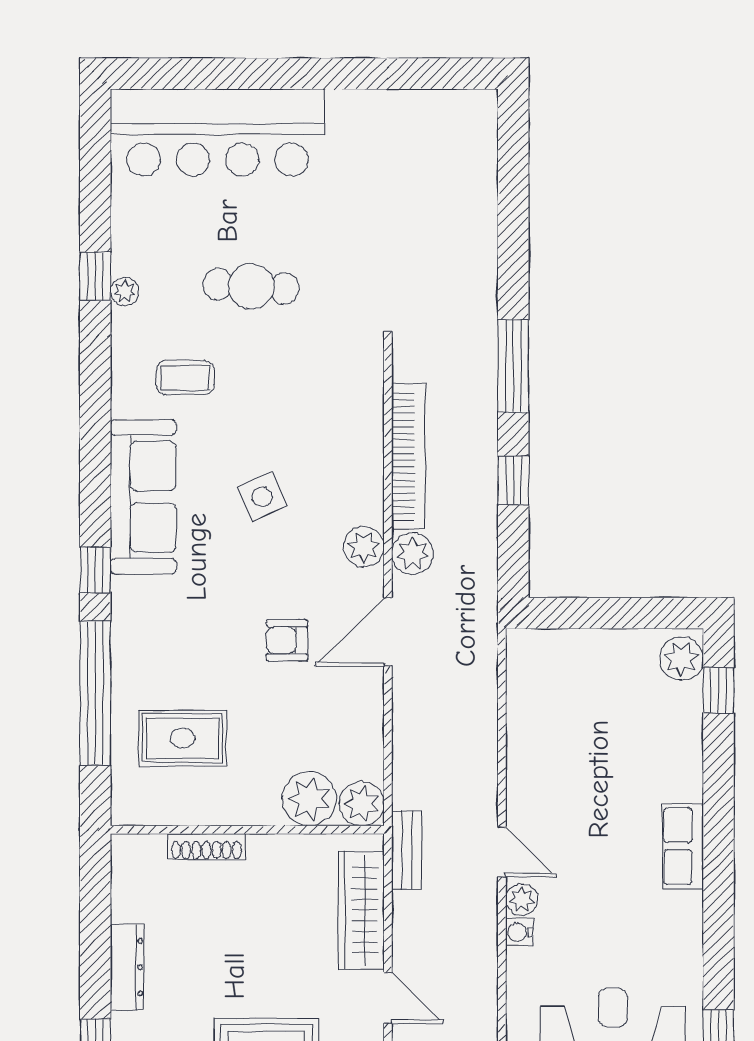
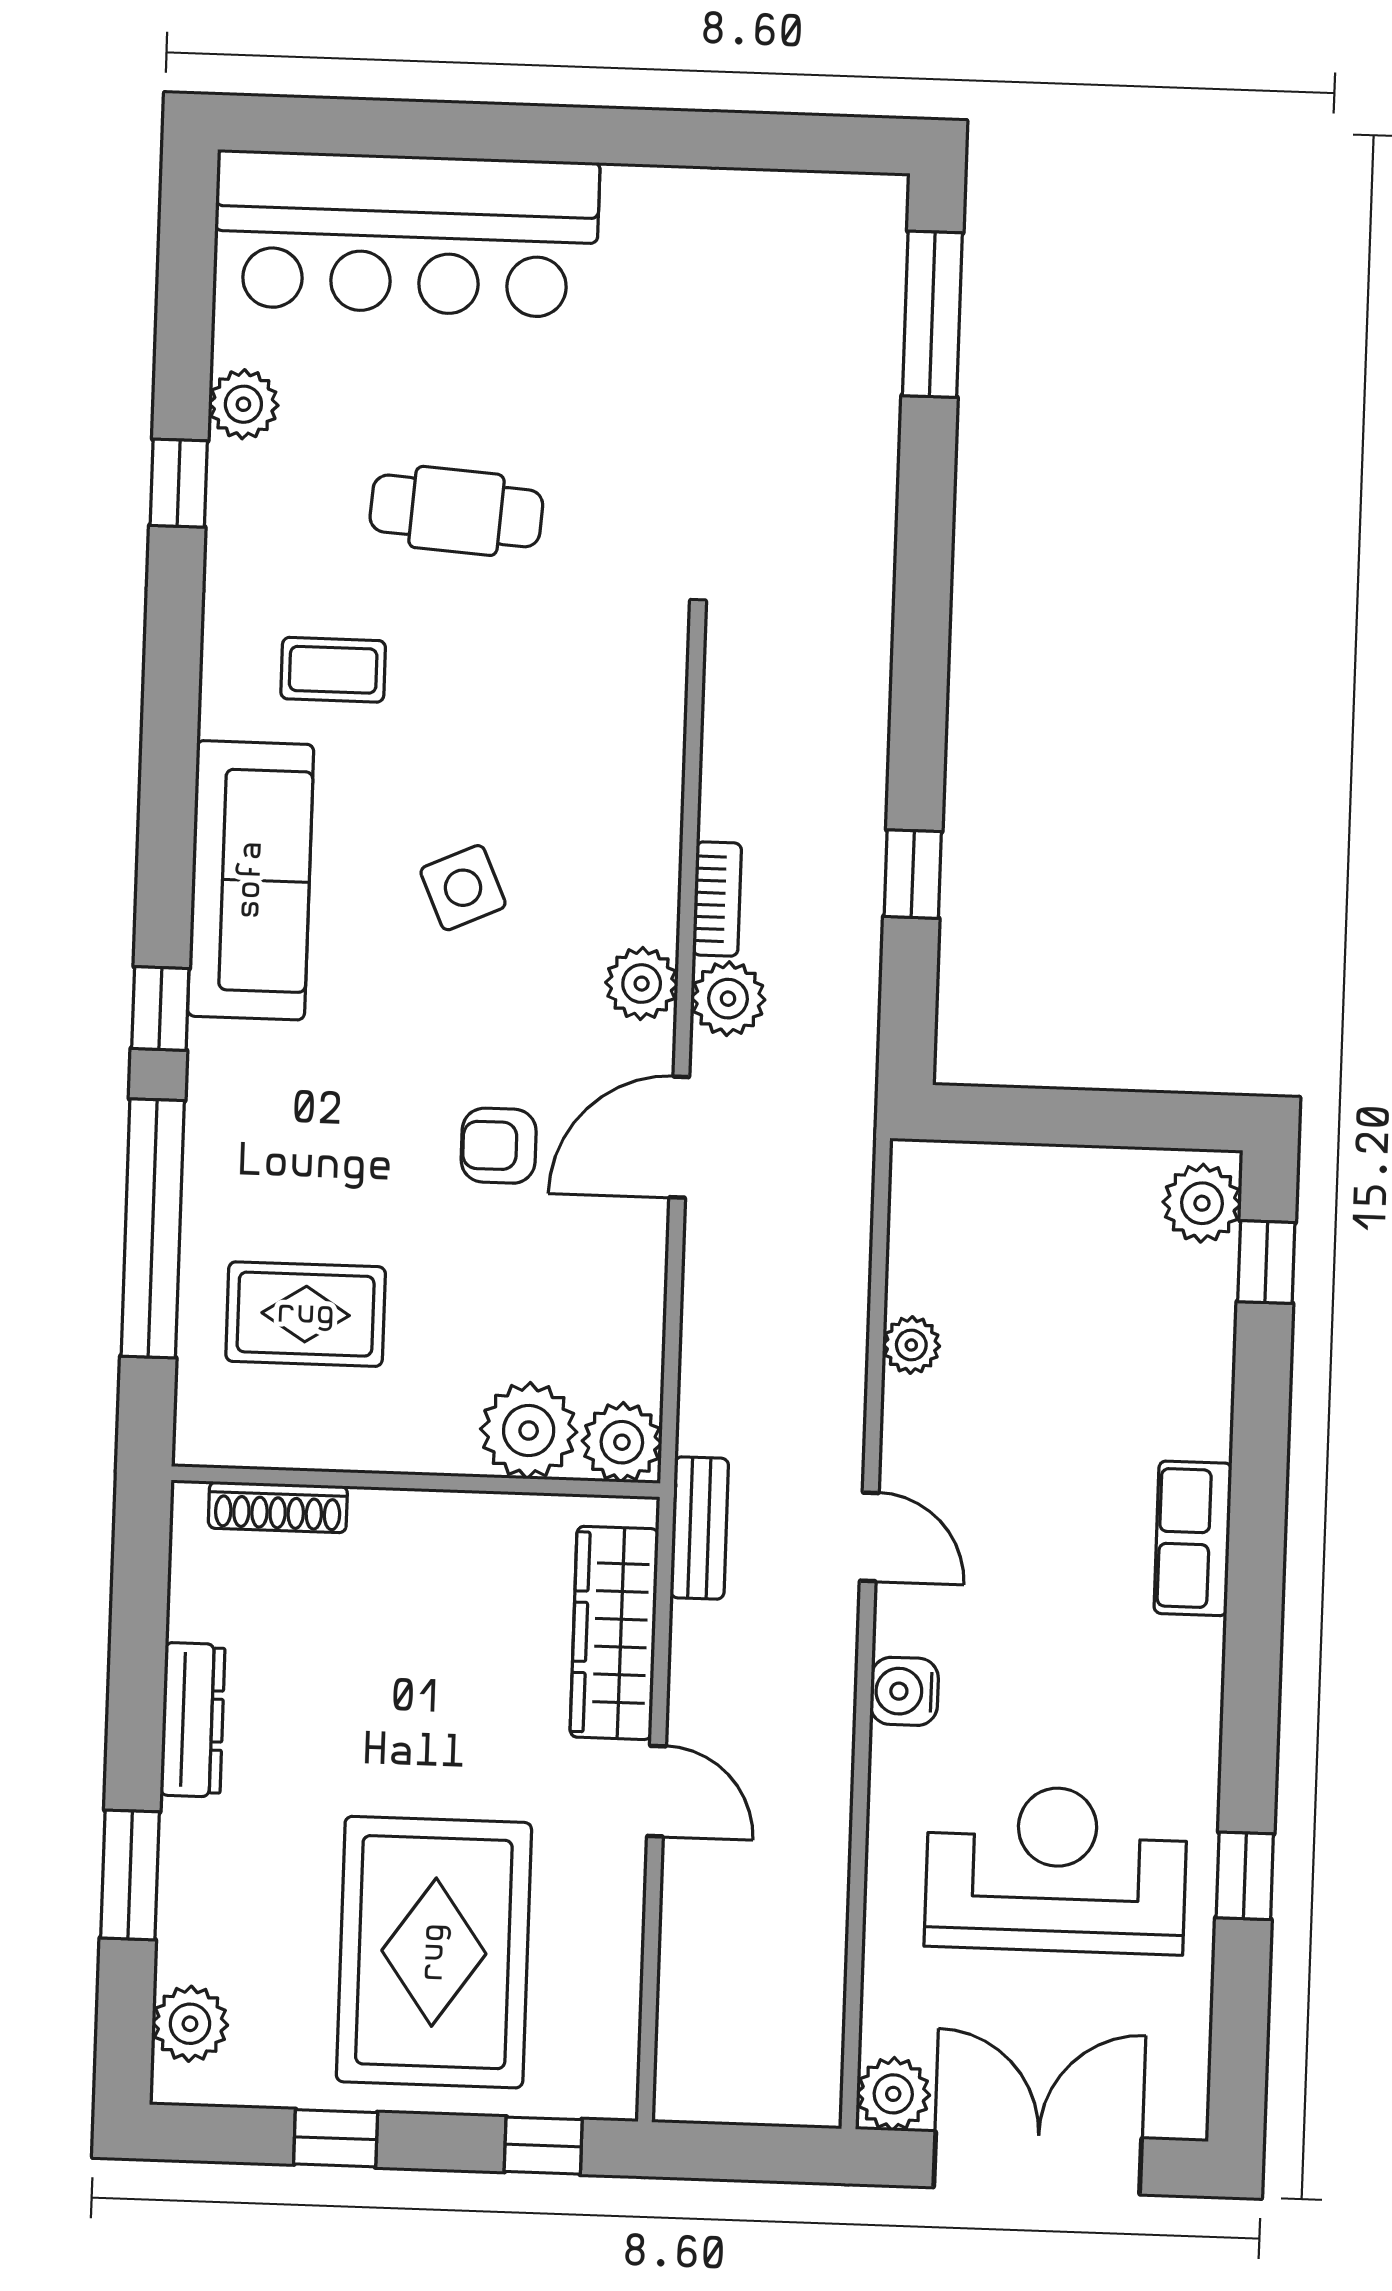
plant: (125, 292) -> (243, 404), moved, width x1.38, depth x1.38
window: (513, 366) -> (932, 314), moved
bookcase: (408, 457) -> (717, 899), width x0.43, depth x0.76
shoe rack: (206, 847) -> (278, 1507), moved
plant: (522, 900) -> (911, 1345), moved
water cooler: (519, 932) -> (904, 1691), width x1.38, depth x1.38

